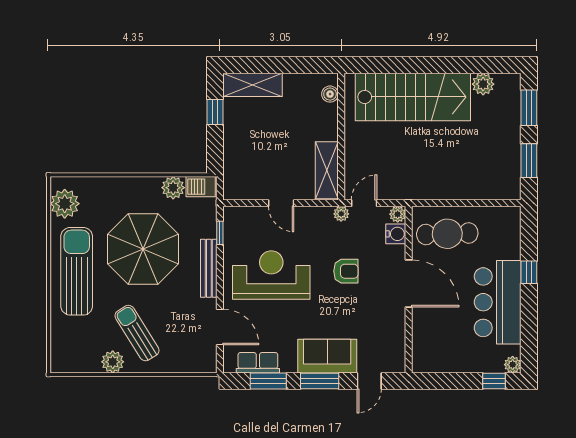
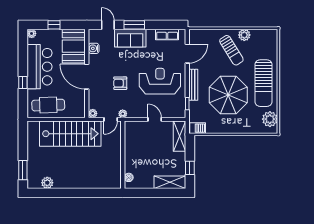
stairs: (413, 97) -> (70, 134), moved, turned 180
window: (529, 161) -> (23, 142), removed
shelving: (327, 170) -> (180, 136), moved
plant: (173, 188) -> (212, 128), removed
water cooler: (396, 234) -> (94, 48), moved
cafe table: (447, 234) -> (48, 105), moved
reception desk: (271, 275) -> (160, 81), turned 180
door: (220, 327) -> (187, 54), swing flipped
booth: (433, 341) -> (74, 46), added
window: (268, 381) -> (162, 25), removed
door: (369, 381) -> (108, 25), hinge flipped
window: (494, 381) -> (54, 25), moved

